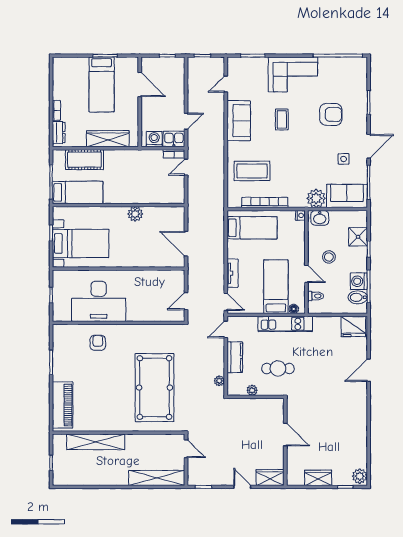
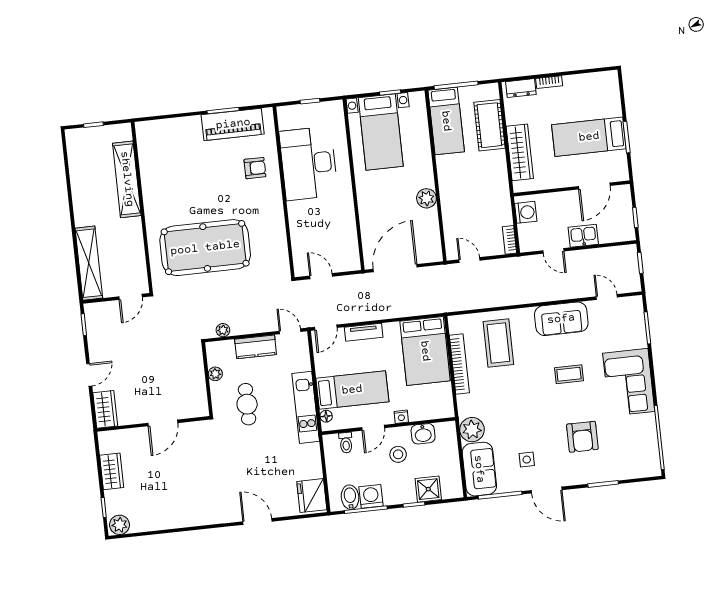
kitchen sink: (174, 139) -> (583, 236), moved, turned -90
door: (186, 167) -> (469, 260), moved
nightstand: (300, 215) -> (401, 417), moved
washbasin: (320, 218) -> (423, 434), moved, turned -90
bed: (252, 228) -> (425, 351), width x1.50
door: (186, 244) -> (395, 268), width x1.36
piano: (63, 405) -> (233, 124), moved

